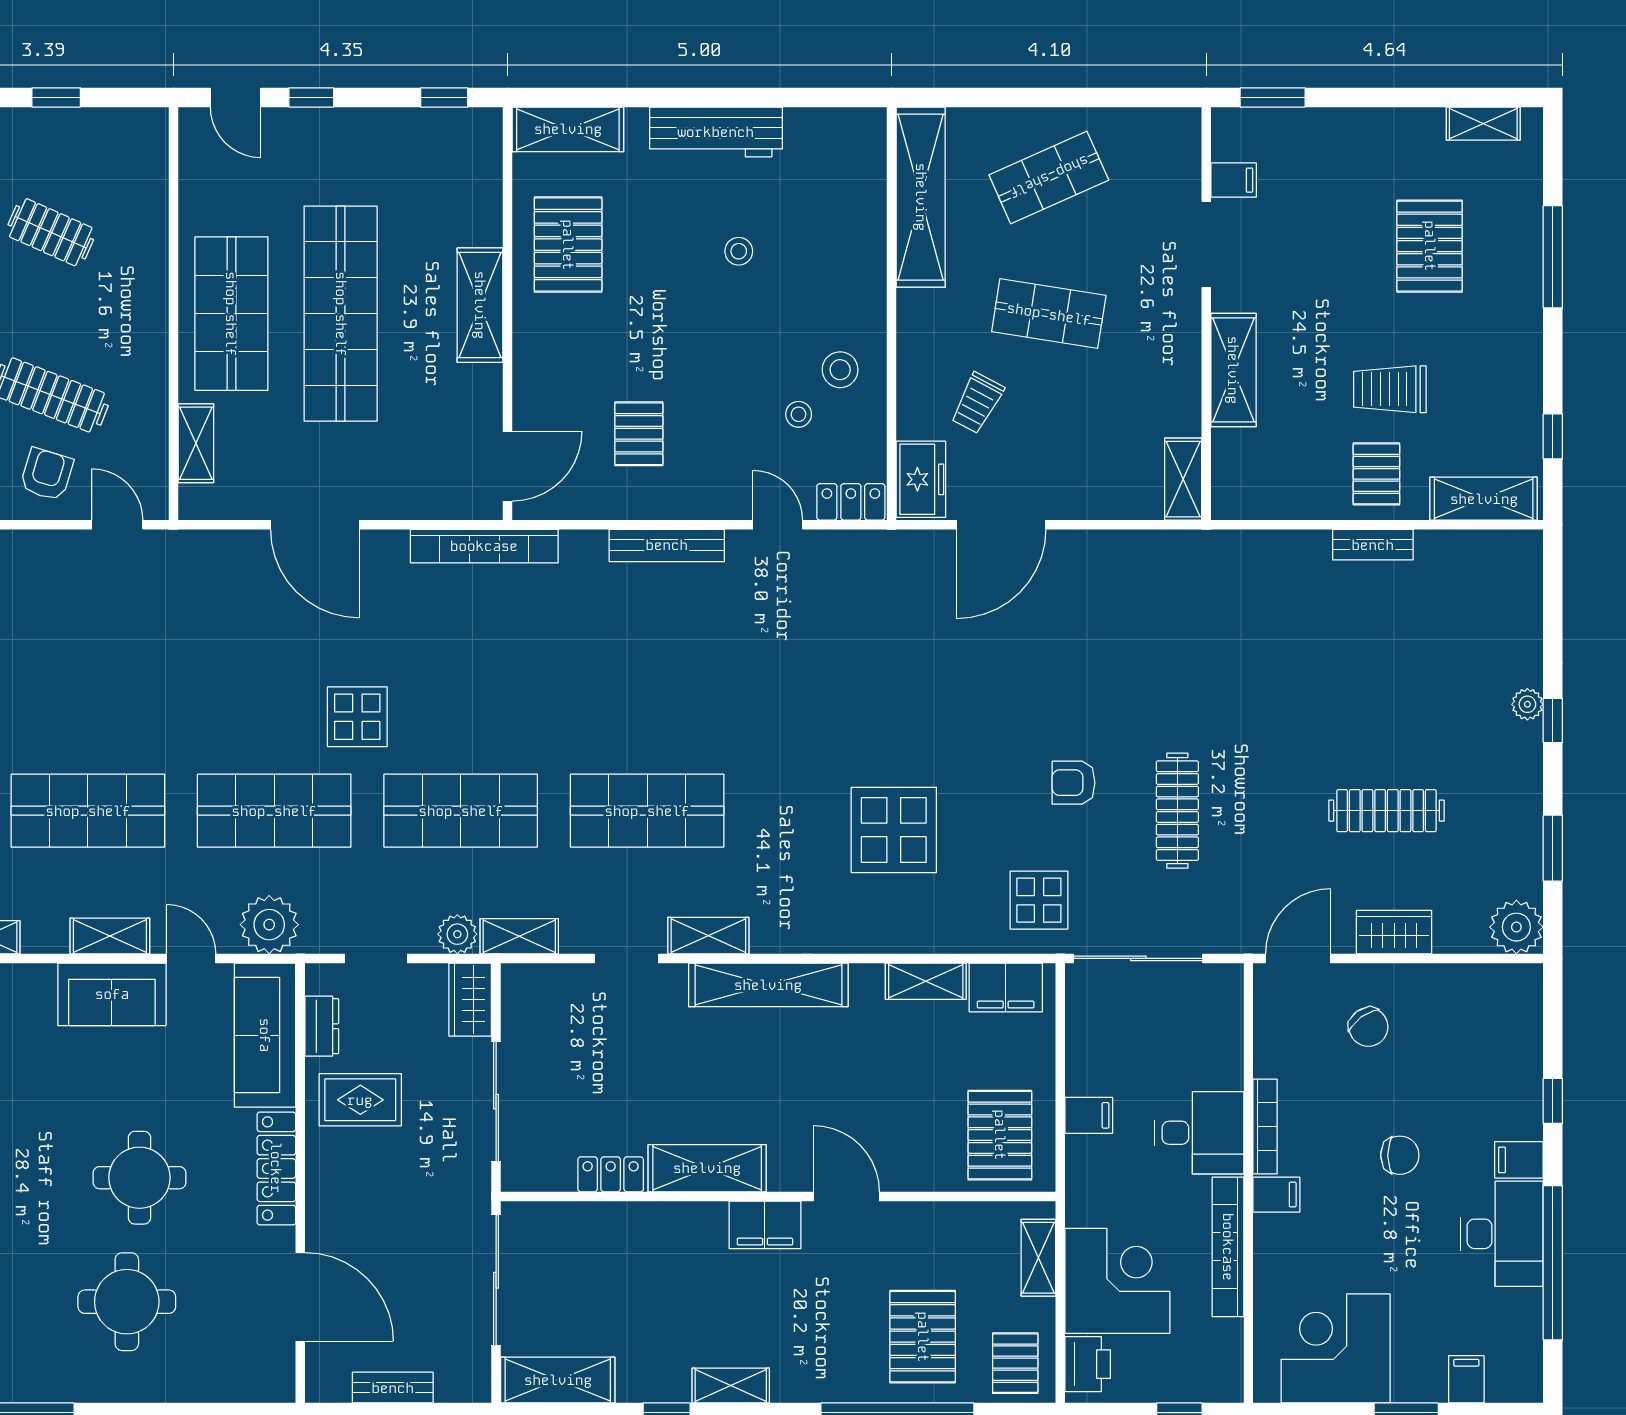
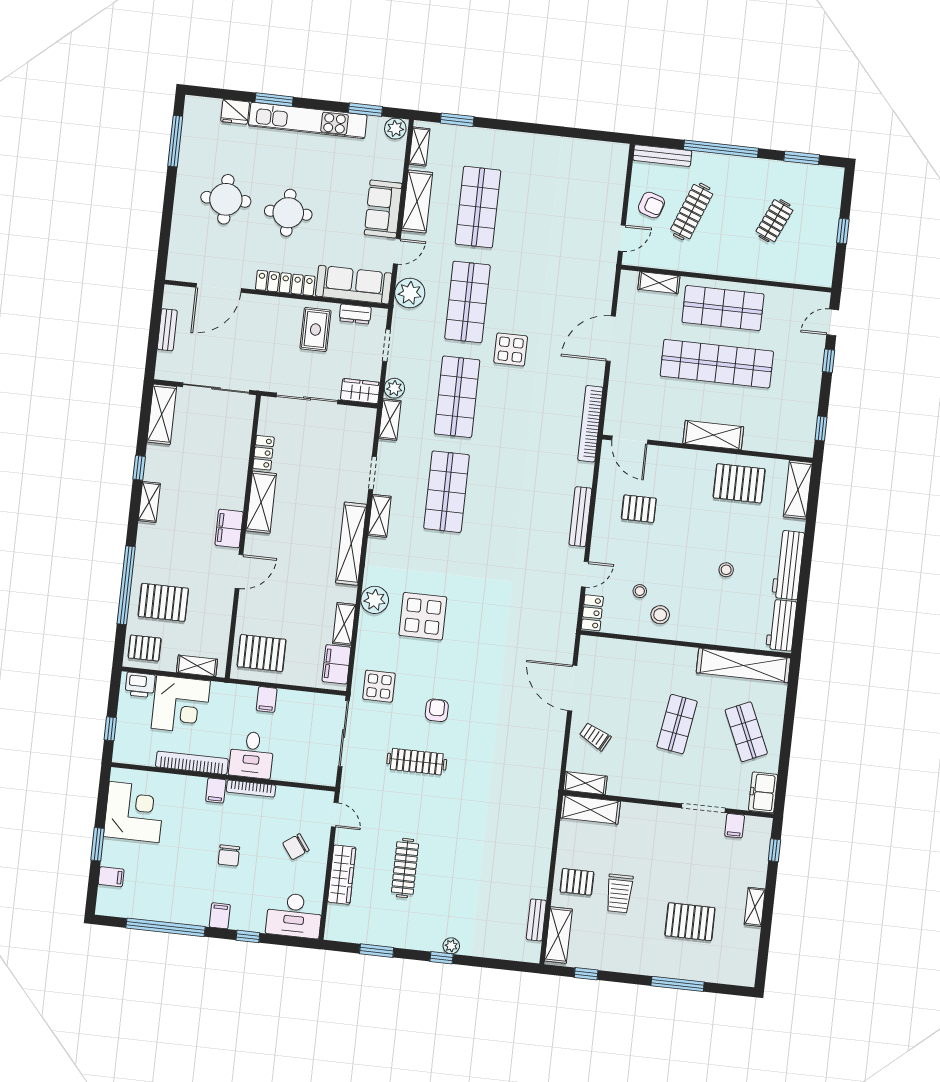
window: (1273, 97) -> (774, 850), width x0.67
shelving: (1483, 124) -> (755, 907), moved
workbench: (834, 132) -> (781, 625), added
shelving: (1233, 370) -> (590, 810), moved
trolley: (1390, 389) -> (619, 893), turned 180
trolley: (977, 403) -> (595, 736), moved
freezer: (921, 479) -> (763, 792), moved, turned 90
bench: (1373, 545) -> (536, 920), moved
plant: (1516, 927) -> (375, 600), moved
wardrobe: (1394, 932) -> (342, 875), width x1.50
shelving: (110, 936) -> (417, 201), width x1.50, depth x1.33
door: (1298, 958) -> (335, 815), width x0.73
desk: (1502, 1234) -> (294, 915), moved

